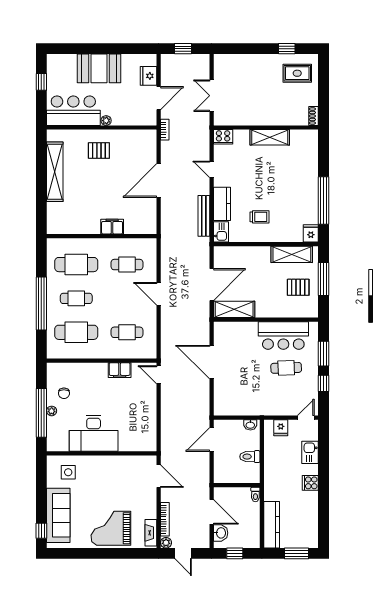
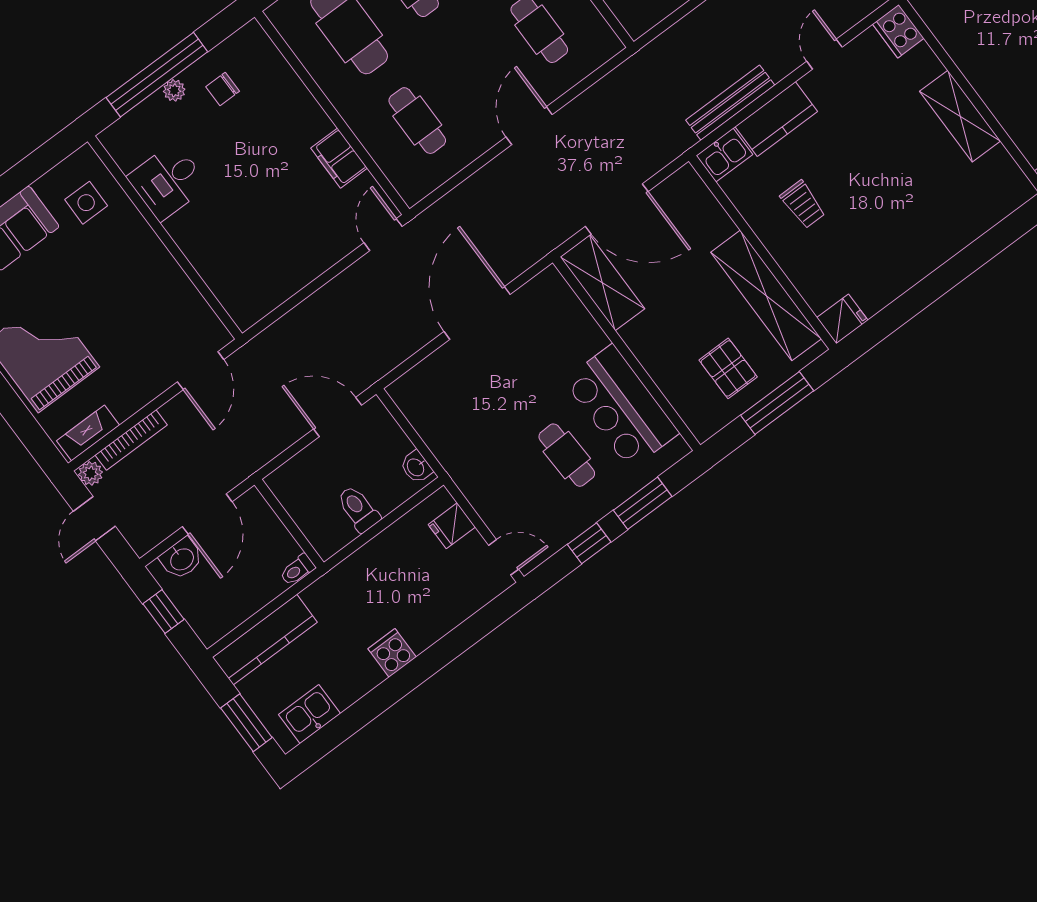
window: (324, 201) -> (918, 298), removed
shelving: (292, 254) -> (766, 295), width x1.47
desk: (94, 433) -> (168, 181), width x0.53, depth x0.77
kitchen sink: (310, 452) -> (309, 714), moved

